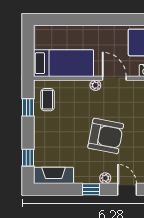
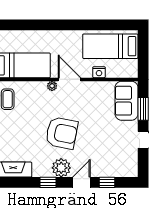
plant: (105, 178) -> (61, 168), width x1.88, depth x1.88
door: (127, 189) -> (81, 182), hinge flipped

